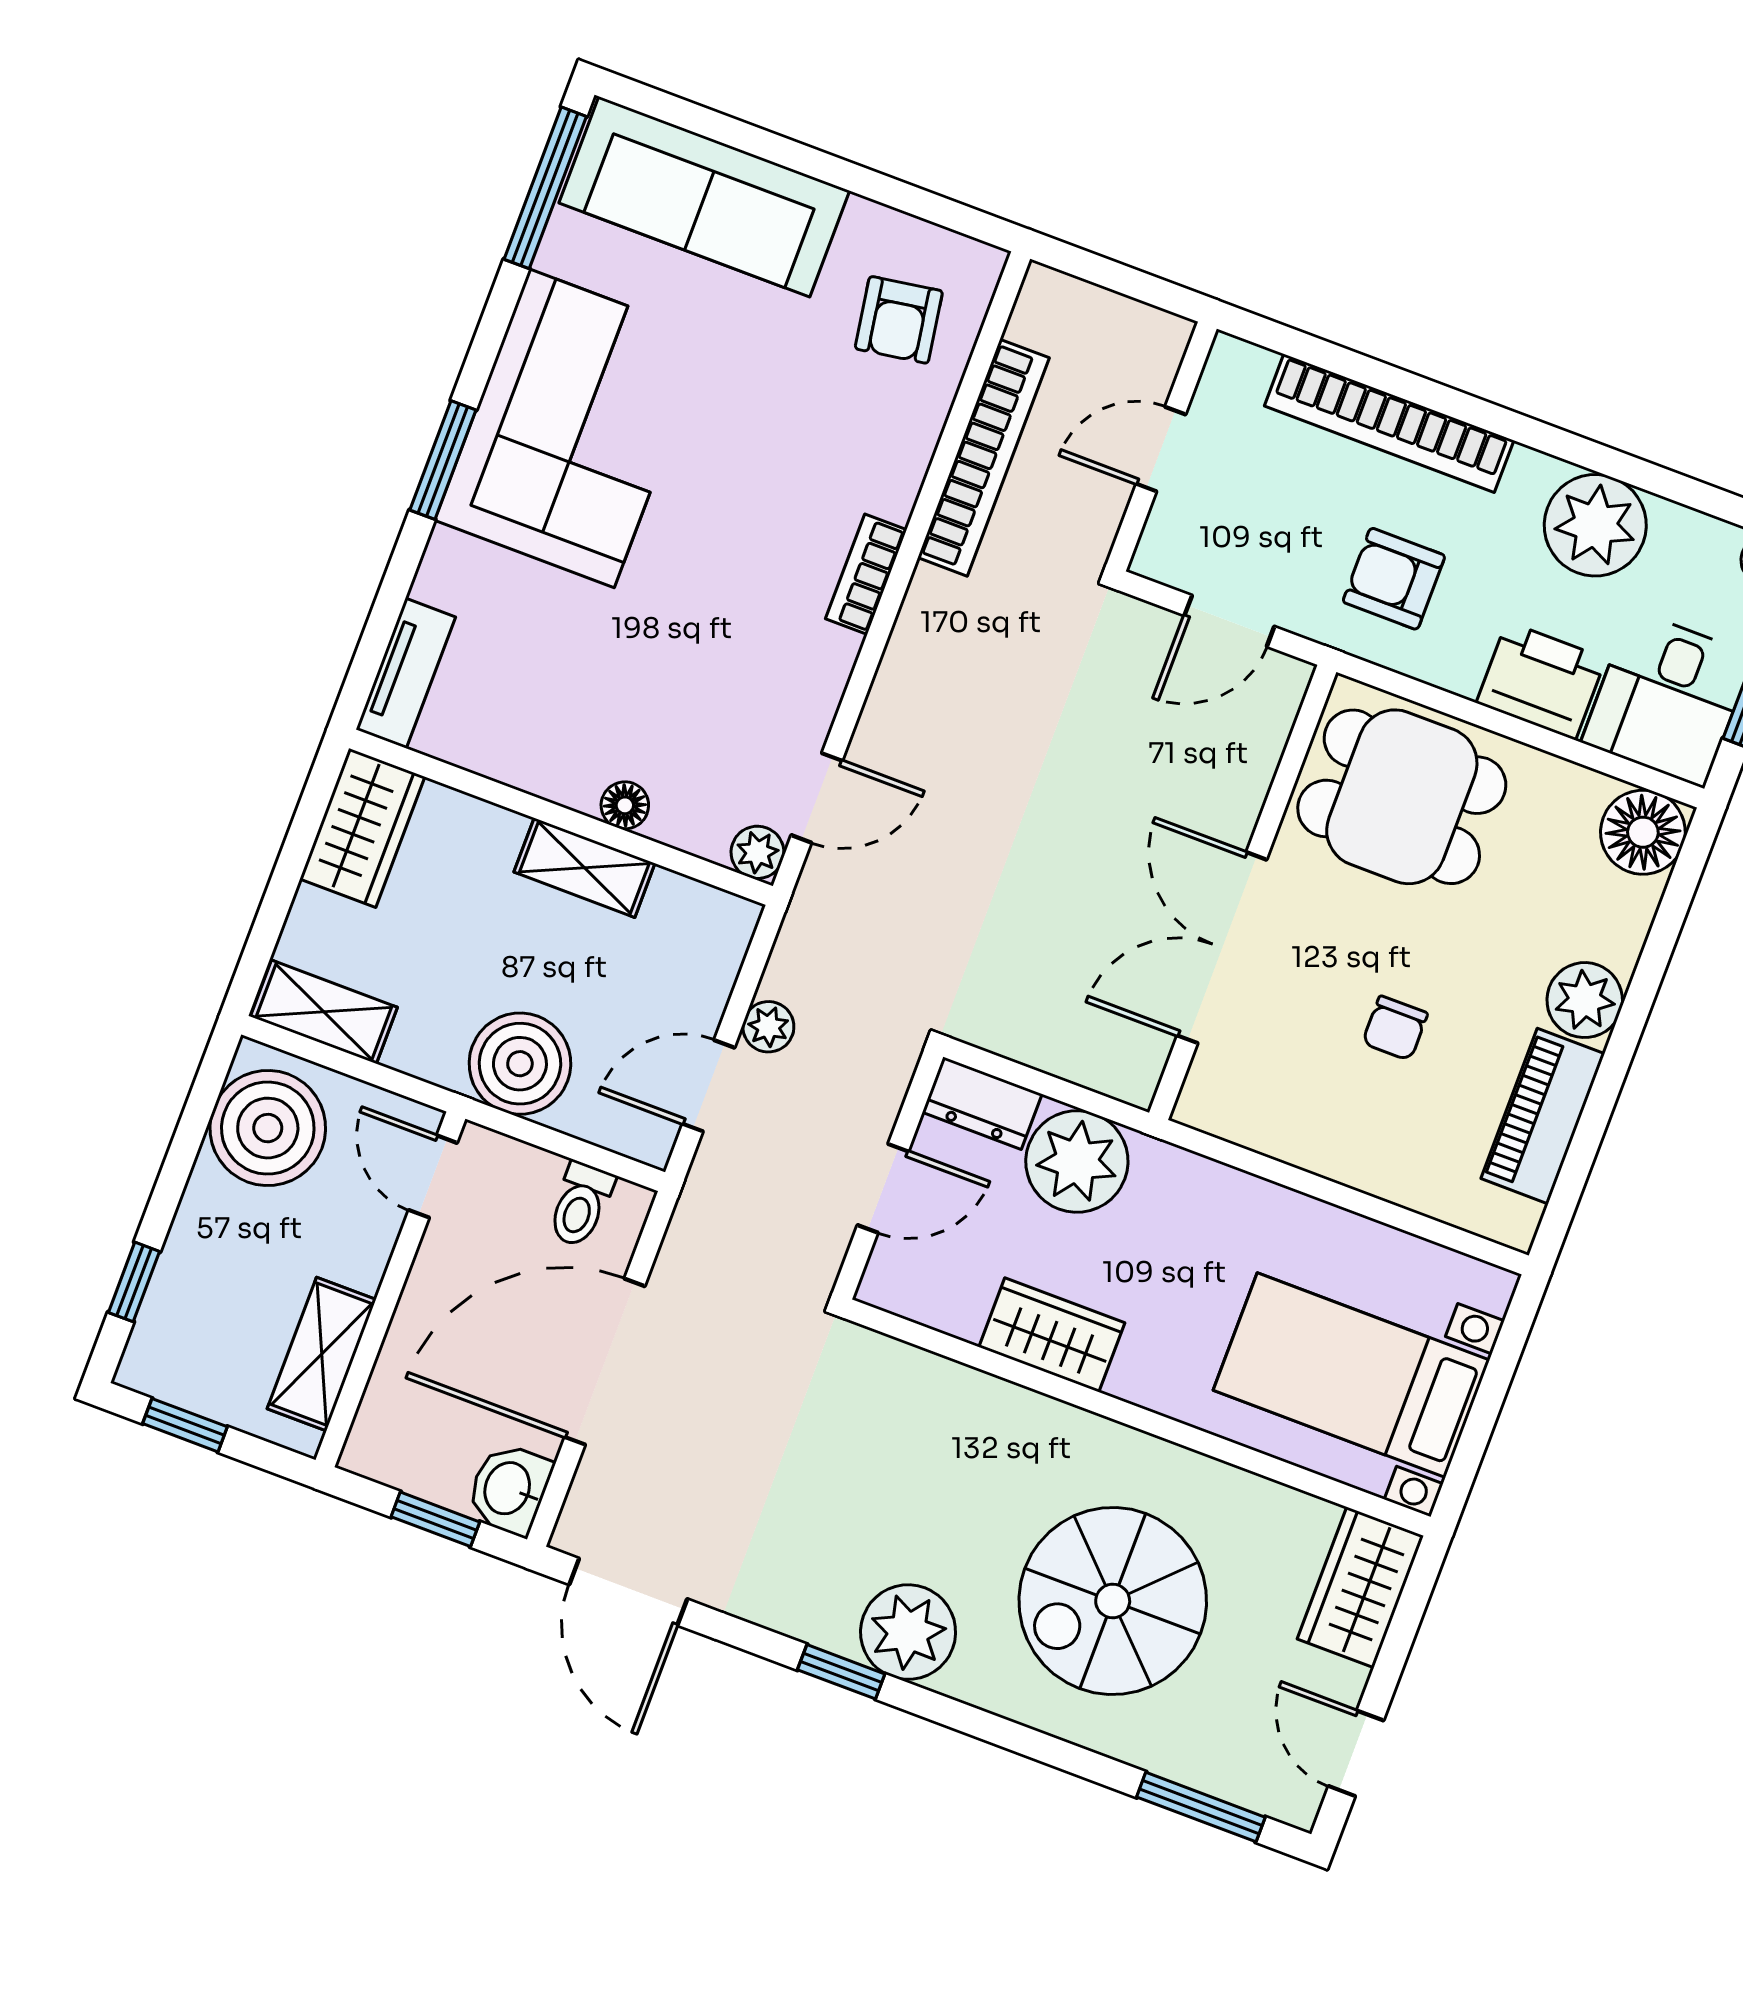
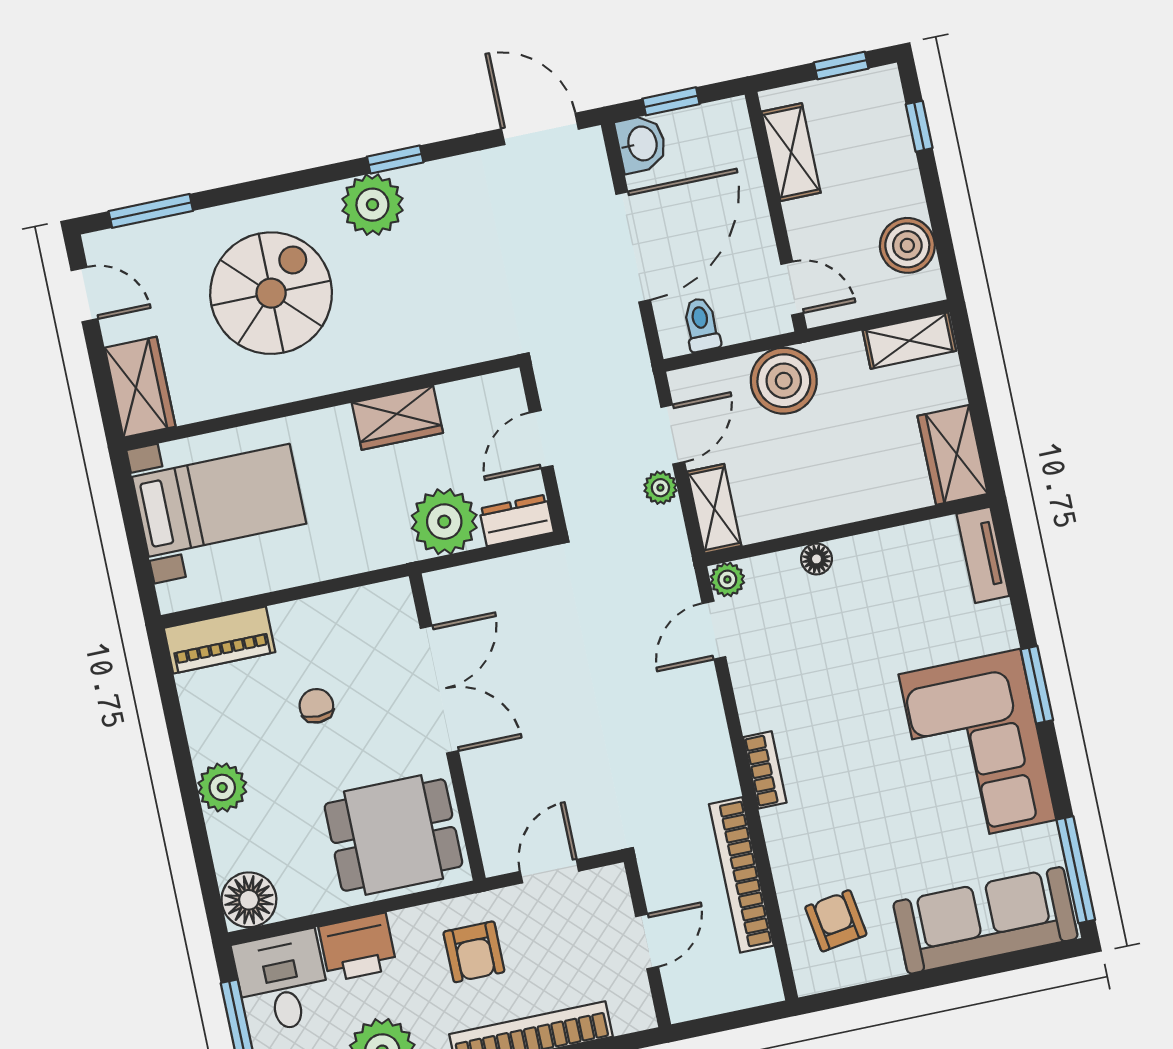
armchair: (1394, 579) -> (474, 952), turned 90
shelving: (584, 868) -> (714, 509), moved, turned 90
piano: (1543, 1116) -> (220, 640), moved, turned 90
boiler: (268, 1128) -> (907, 245), width x0.73, depth x0.73

